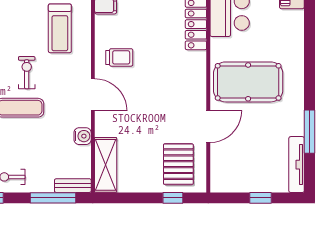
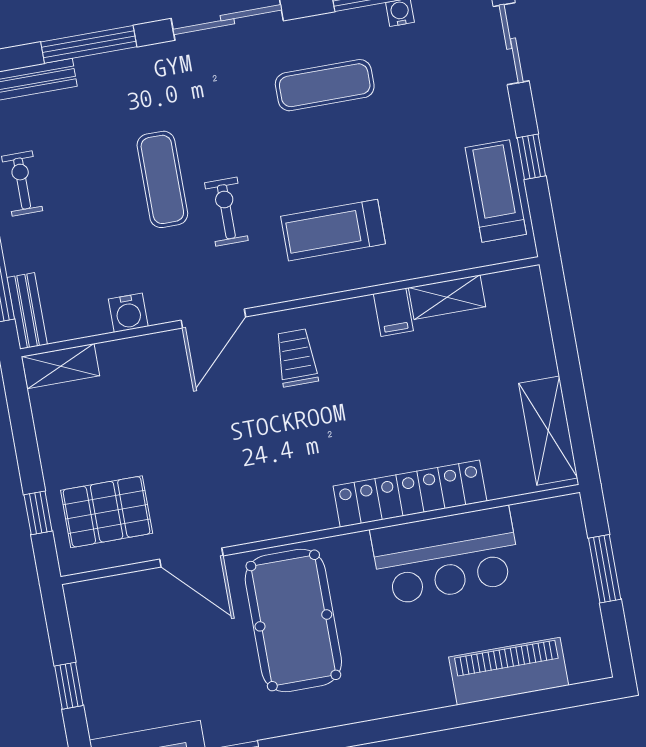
trolley: (119, 57) -> (296, 358), turned 180
exercise bike: (27, 73) -> (226, 212), moved, turned -90
shelving: (106, 165) -> (61, 366), width x0.67, depth x0.75

